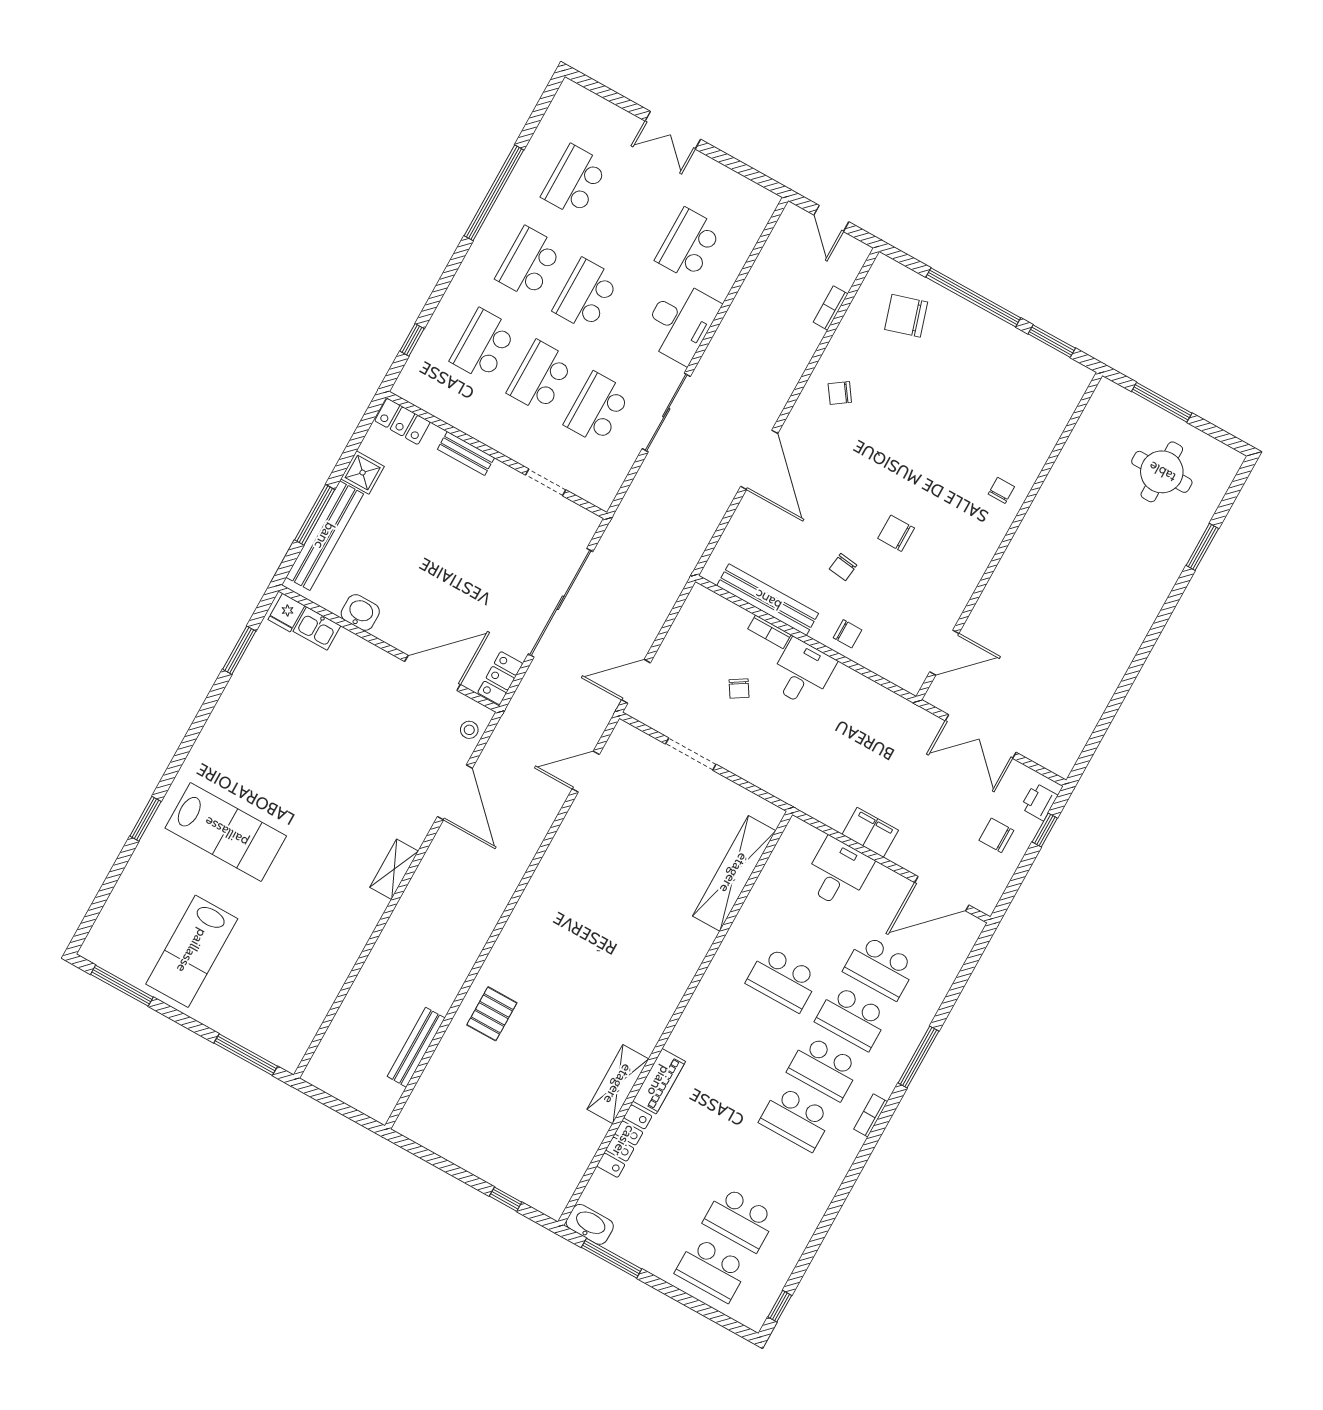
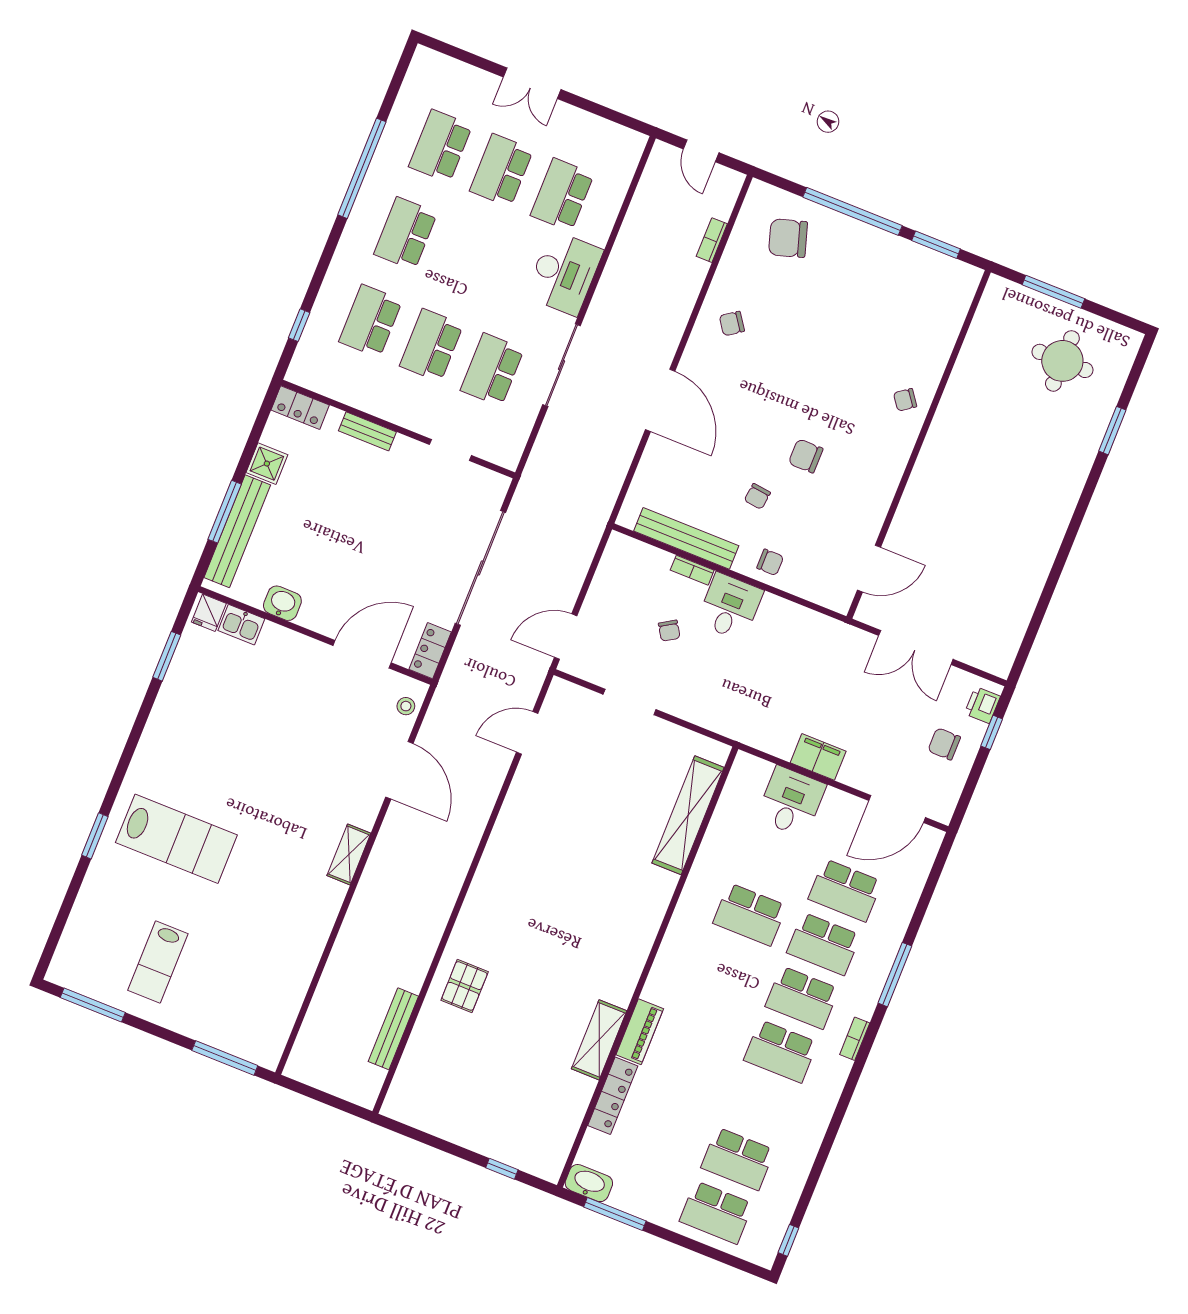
school desk: (586, 294) -> (501, 170), moved
chair: (1001, 490) -> (905, 400), turned -126
lab bench: (192, 951) -> (158, 962), width x0.73, depth x0.72

